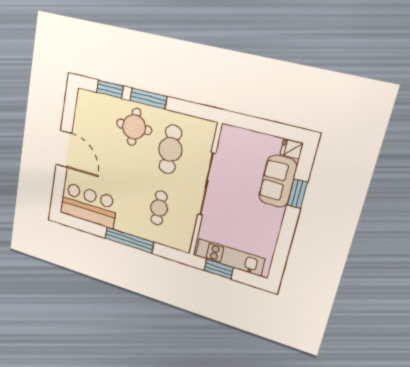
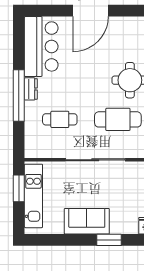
sofa: (278, 181) -> (87, 221), moved
dresser: (125, 227) -> (31, 89), added

